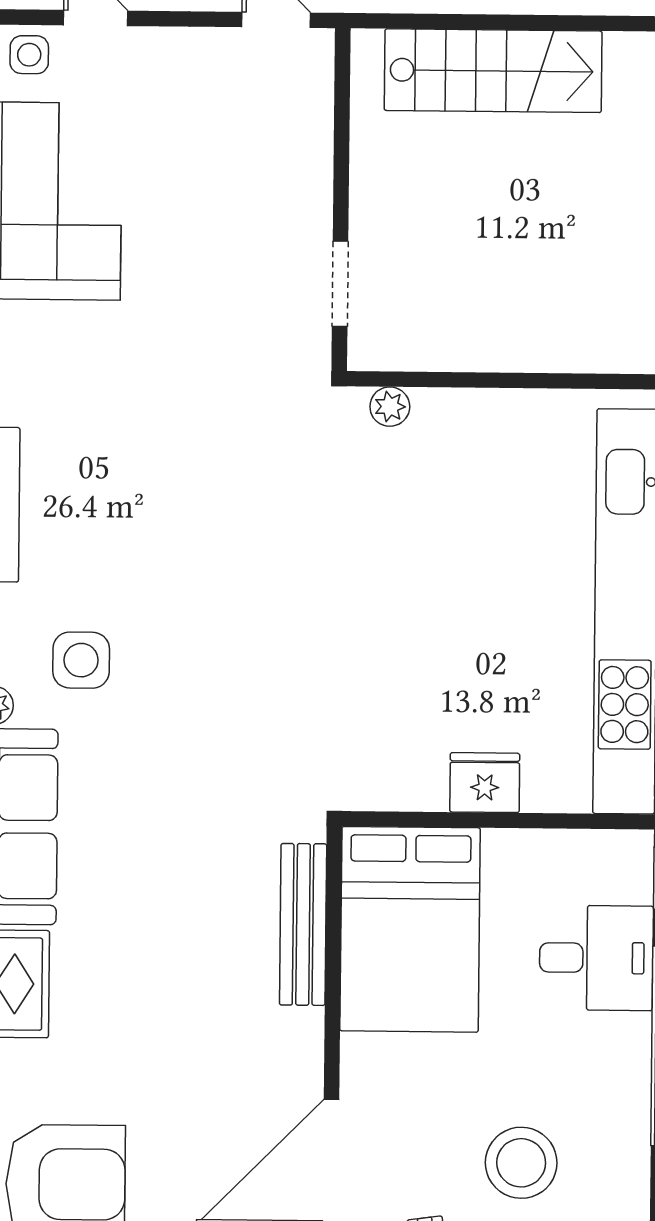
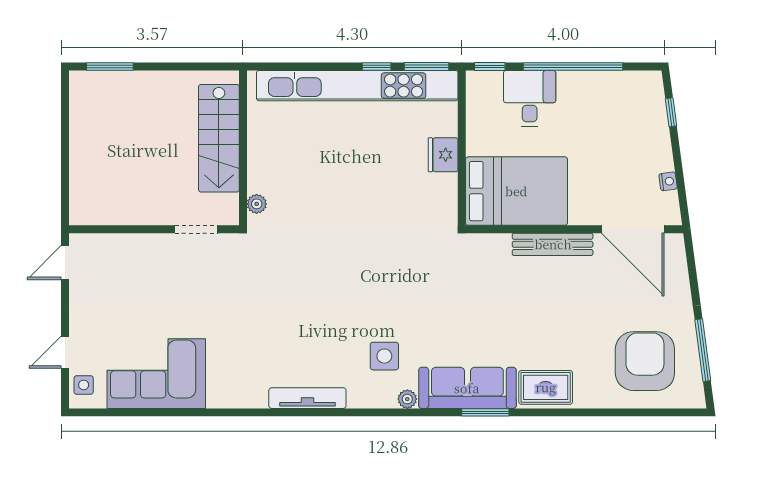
stairs: (493, 71) -> (219, 138), moved, turned 180
bench: (303, 924) -> (553, 244), moved
stool: (521, 1163) -> (632, 135), removed

